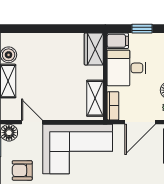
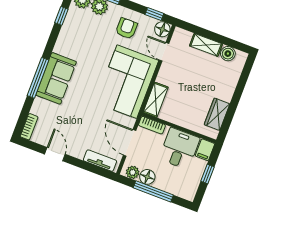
wardrobe: (94, 49) -> (217, 114), moved, turned -90
shelving: (95, 98) -> (156, 100), moved, turned 90
door: (32, 122) -> (164, 52), swing flipped

